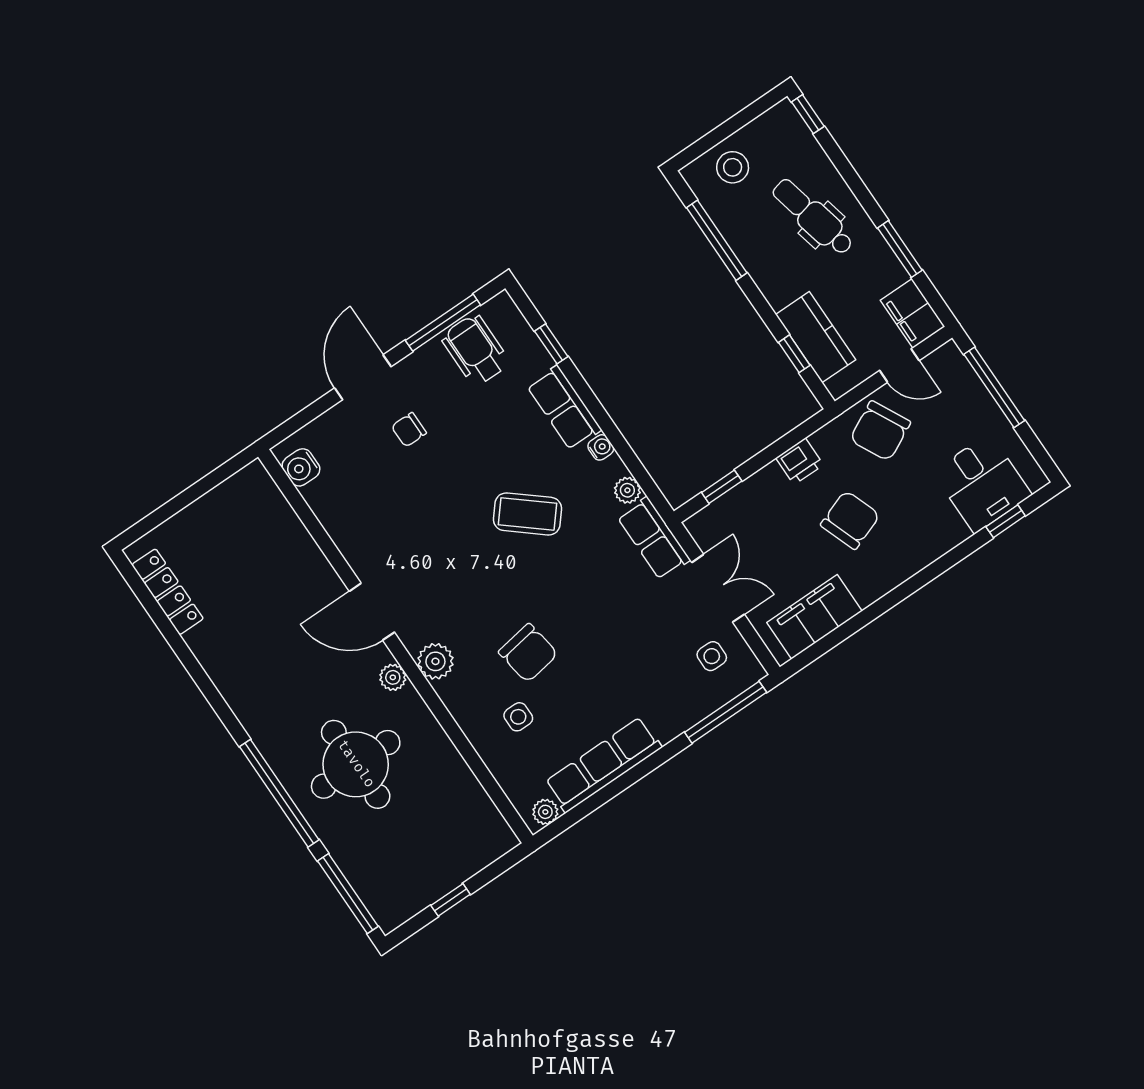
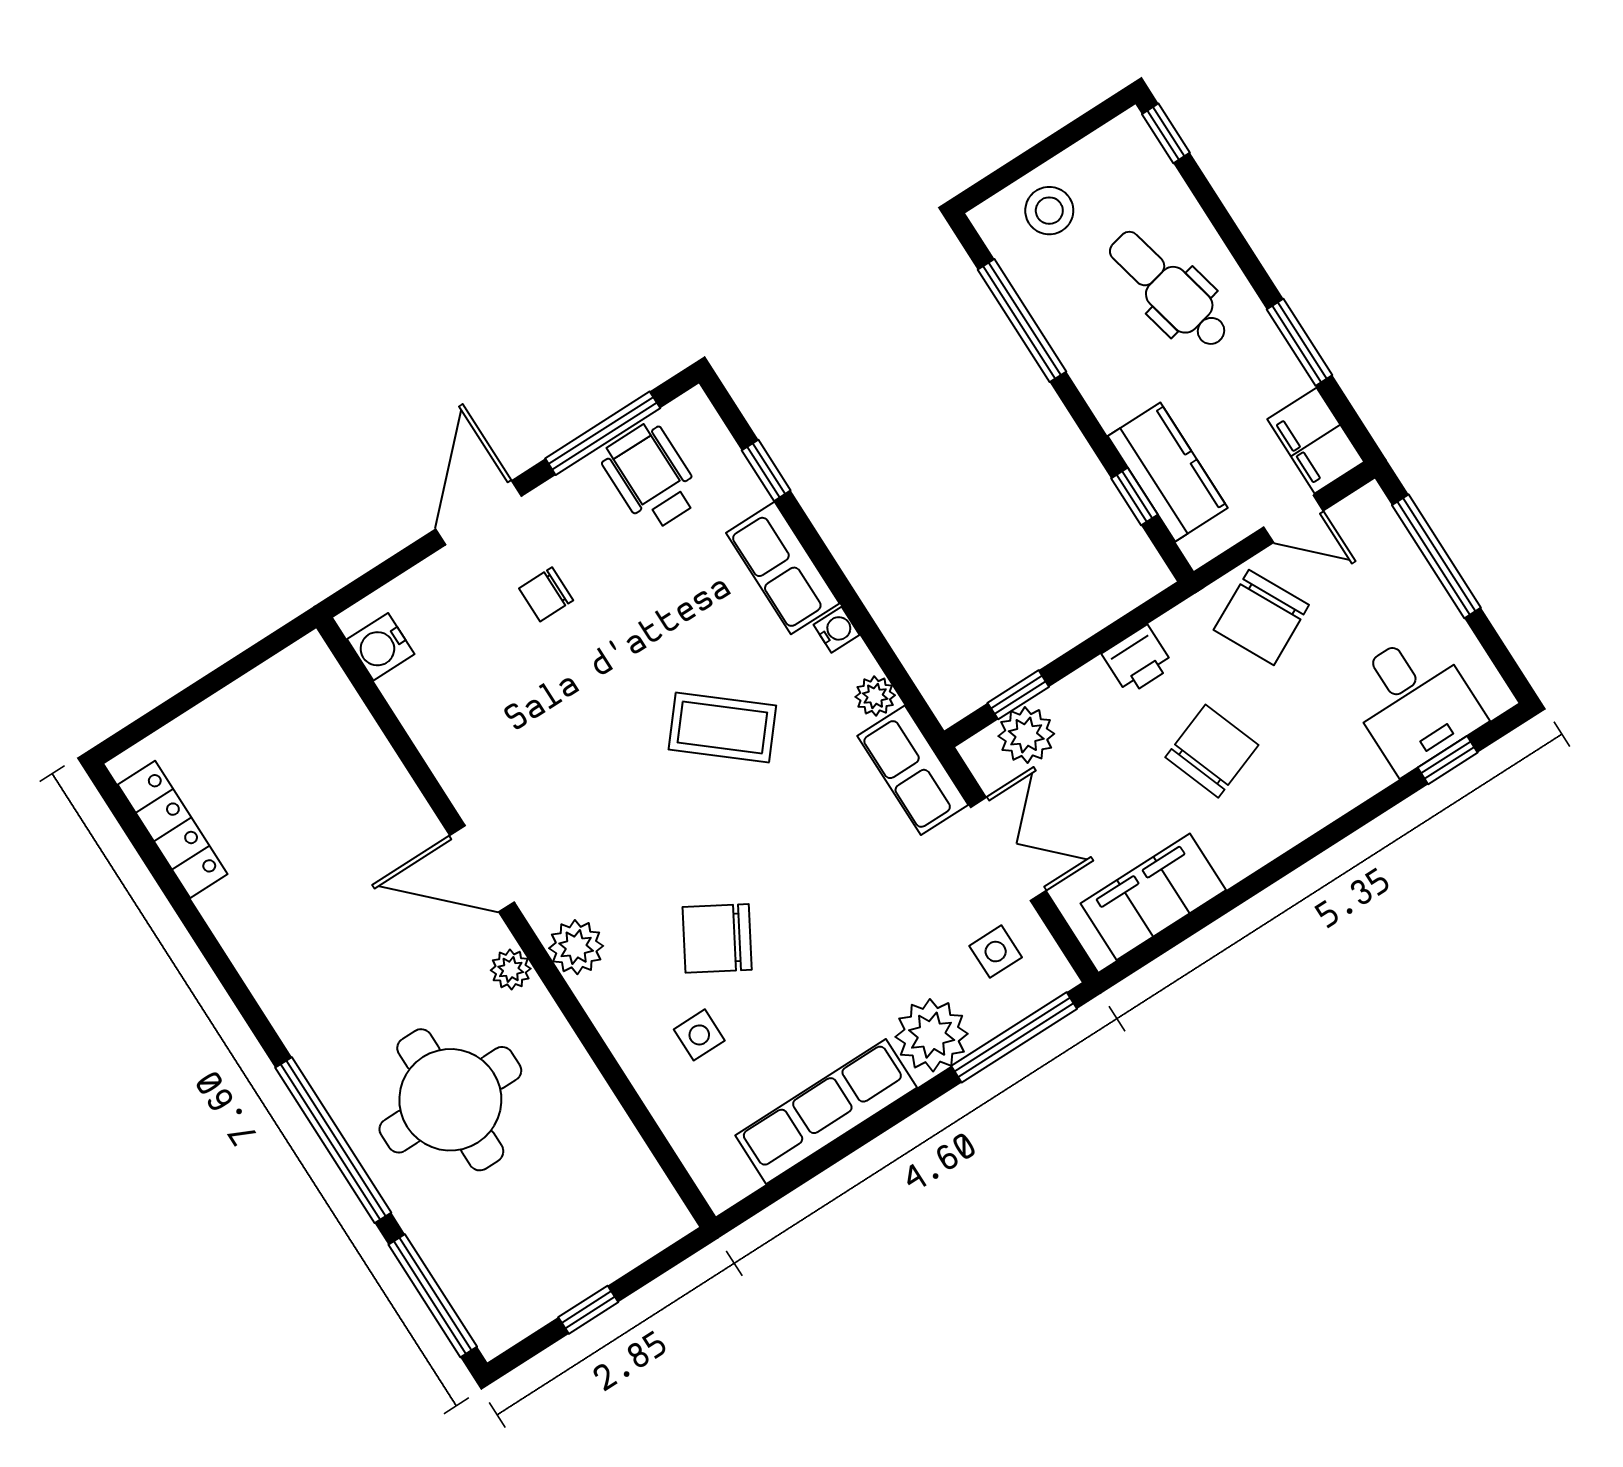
plant: (728, 513) -> (1026, 735), added
chair: (528, 653) -> (717, 938), turned 129
plant: (545, 812) -> (932, 1035), moved, width x1.87, depth x1.87

